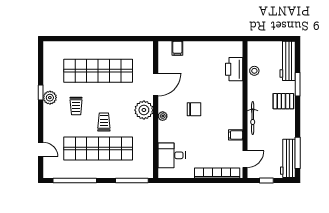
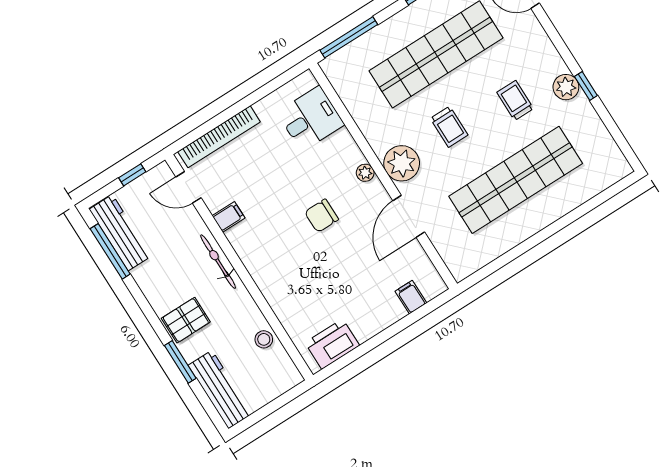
printer: (234, 69) -> (332, 344), moved, turned -90
trolley: (104, 122) -> (449, 127), moved
door: (245, 159) -> (188, 187), hinge flipped

